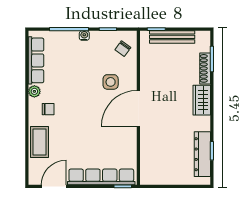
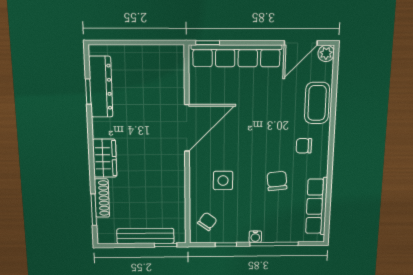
chair: (68, 81) -> (277, 181), added
plant: (34, 91) -> (326, 53), moved
door: (138, 108) -> (187, 128), moved

